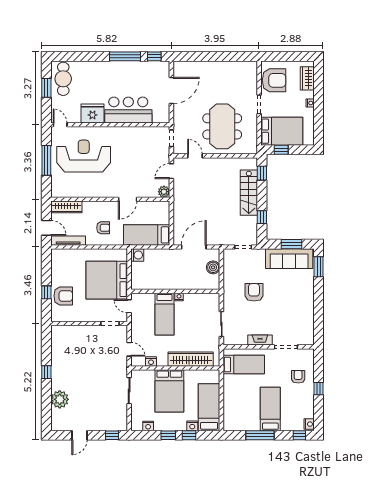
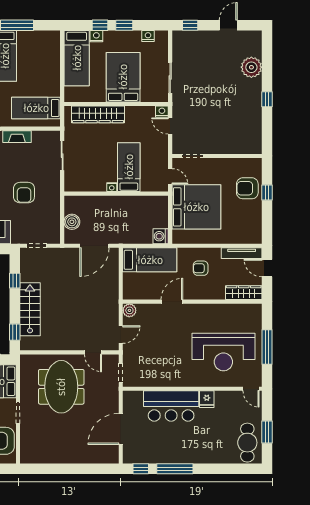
fridge: (93, 113) -> (207, 399), width x0.53, depth x0.75
nightstand: (151, 361) -> (162, 112), moved

